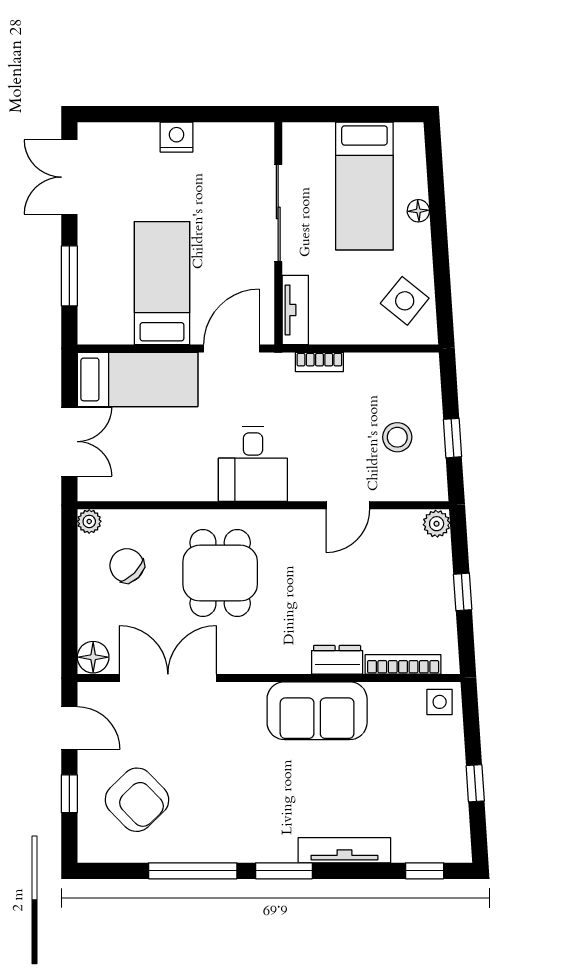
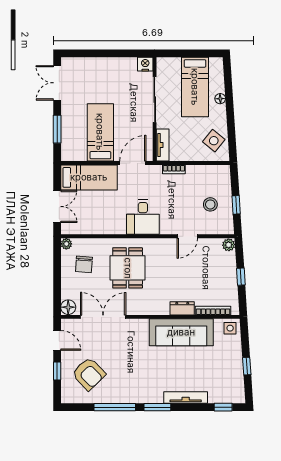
nightstand: (177, 137) -> (145, 64), moved
chair: (127, 566) -> (84, 264), turned -131
sofa: (317, 711) -> (181, 332), width x1.36

